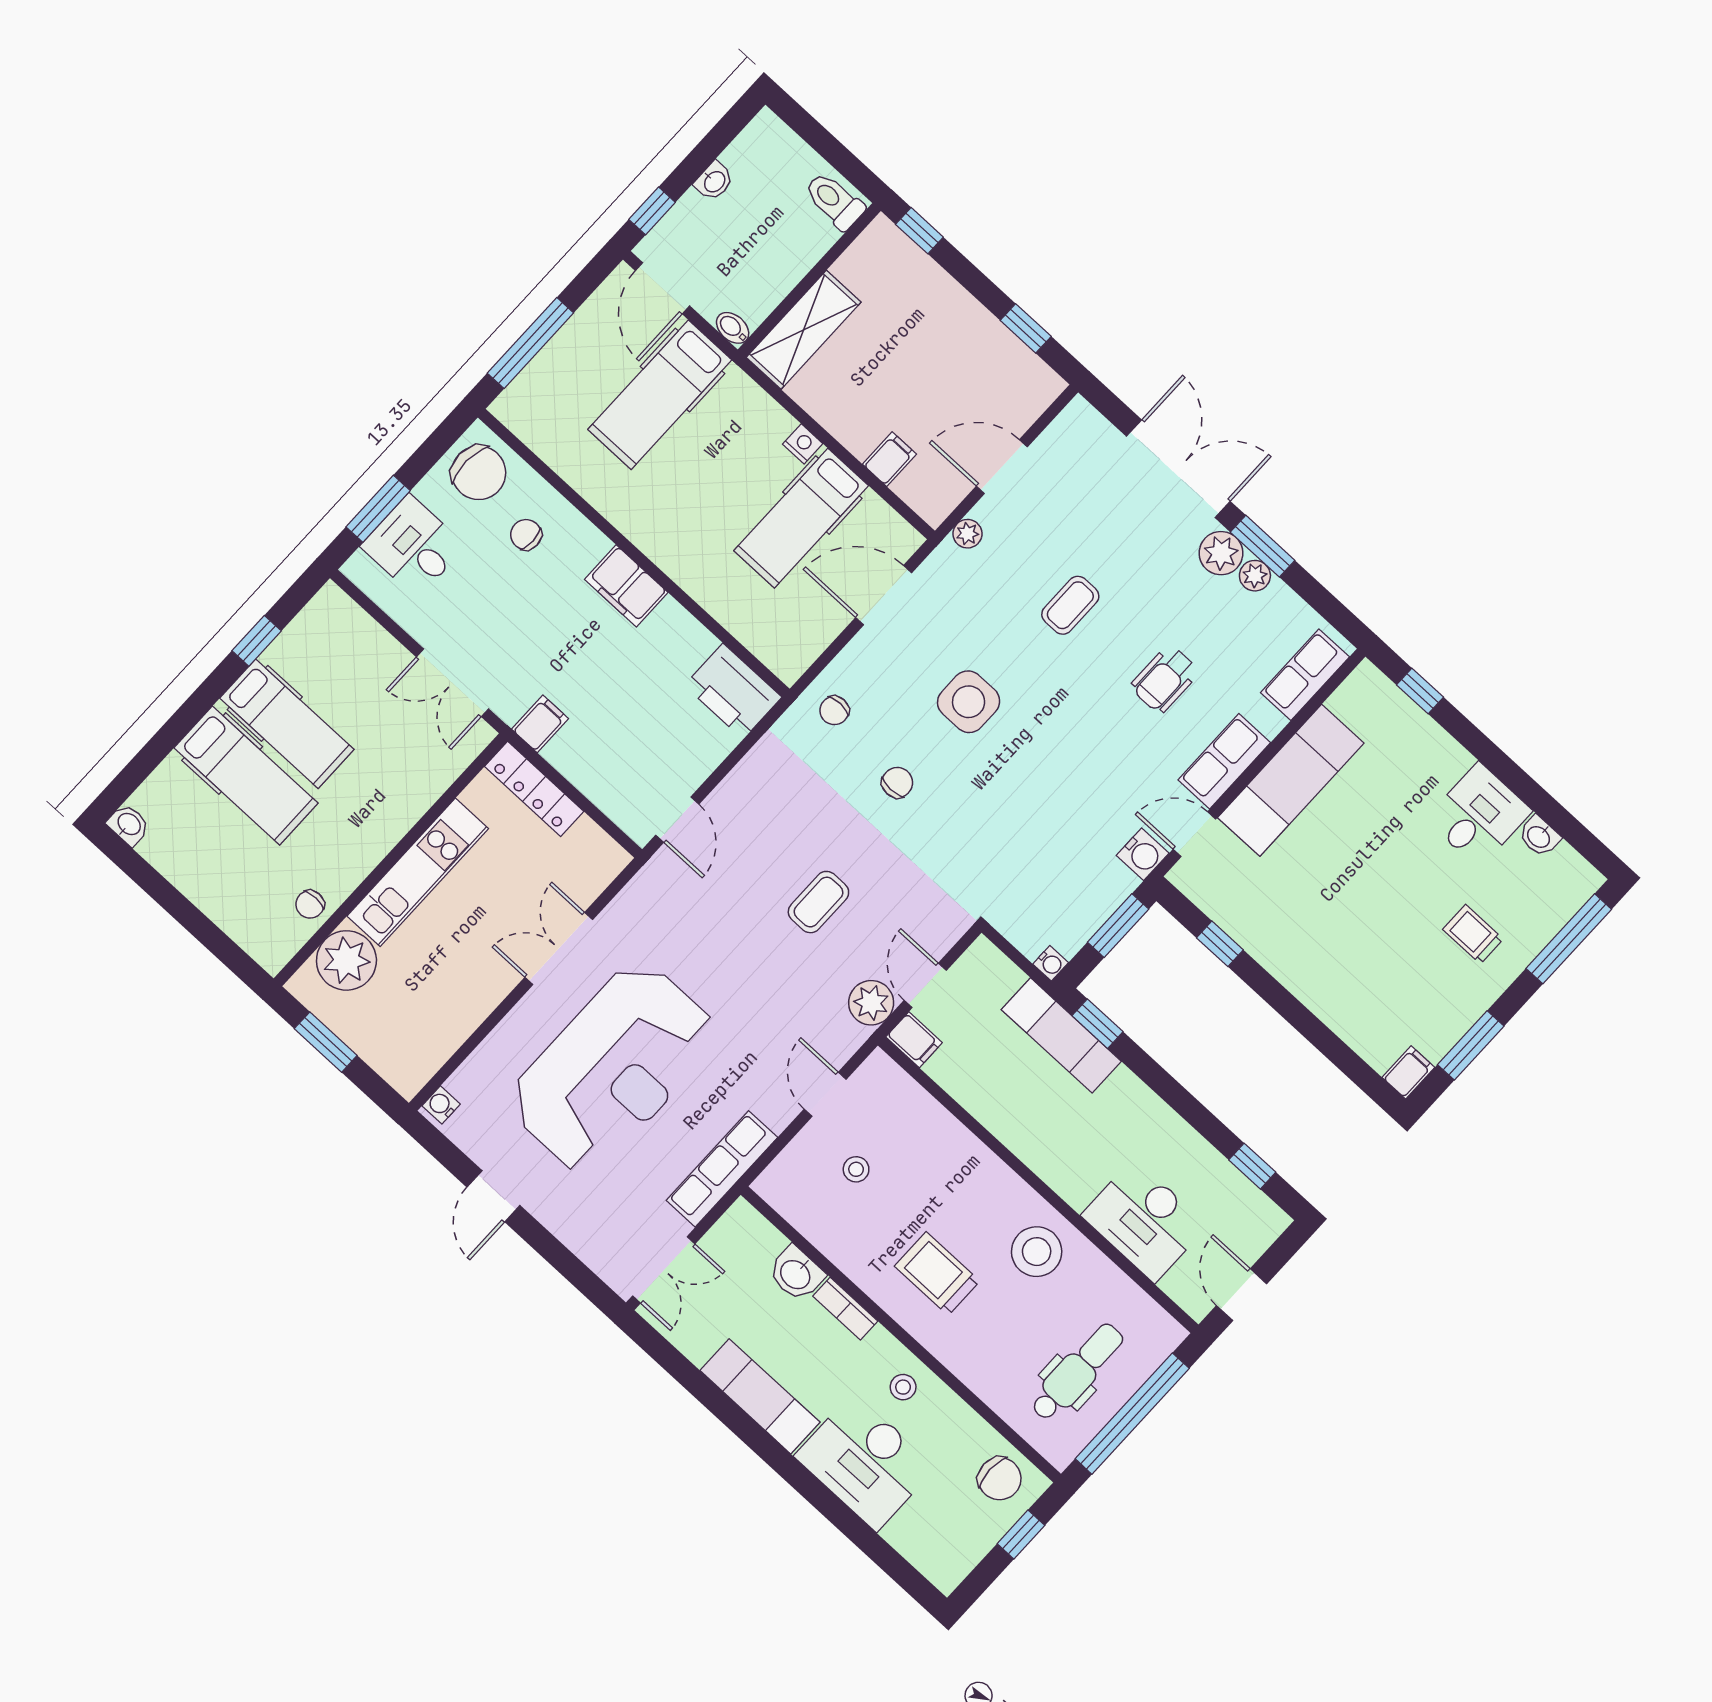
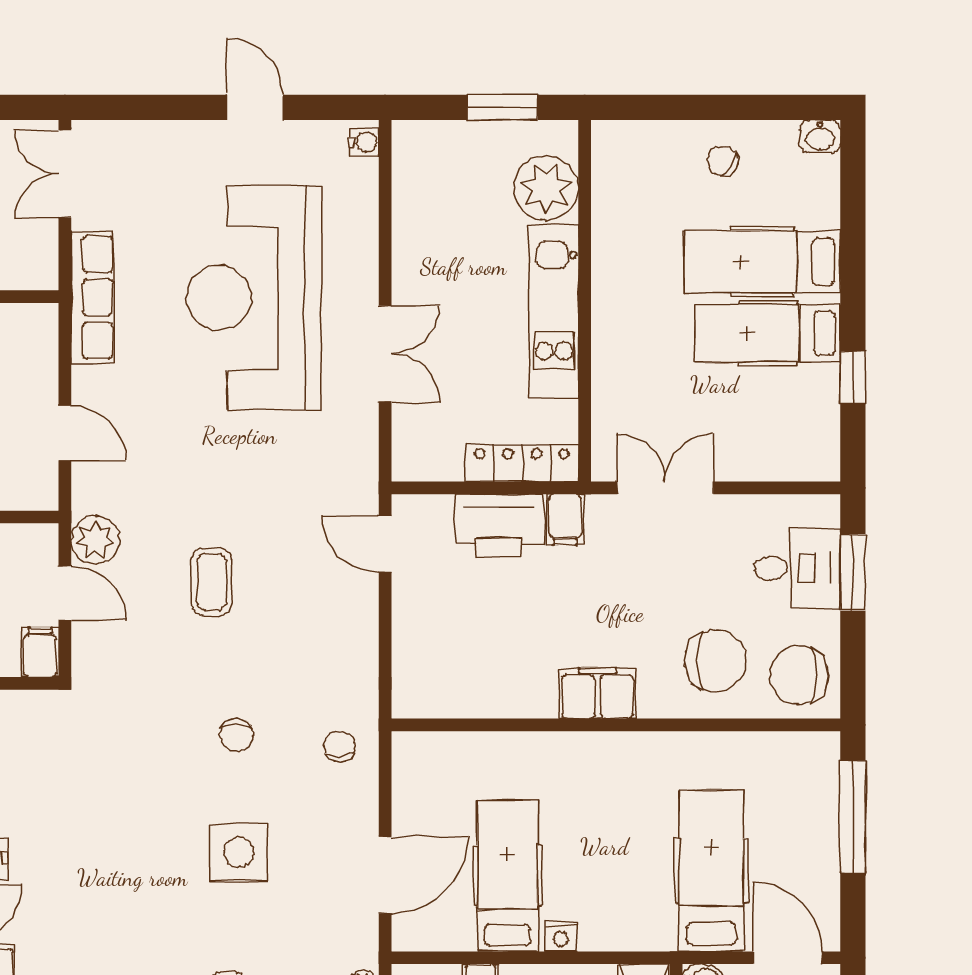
chair: (526, 535) -> (715, 660), width x1.87, depth x1.87
printer: (733, 691) -> (499, 525), moved, turned 180
chair: (310, 904) -> (723, 161), moved, turned -61
filing cabinet: (914, 1040) -> (40, 652), moved, turned 90

